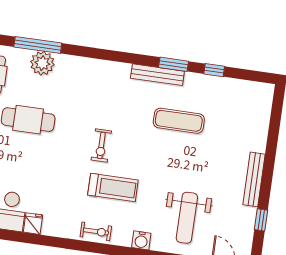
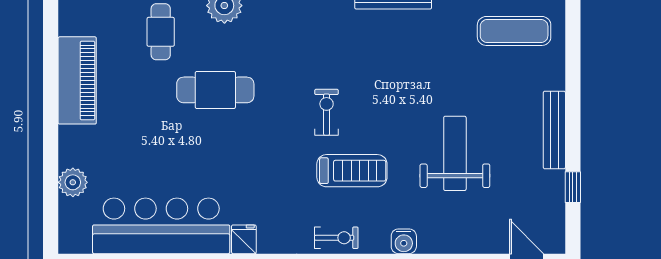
exercise mat: (179, 121) -> (514, 31), moved
exercise bike: (101, 145) -> (327, 112), turned 180
weight bench: (187, 218) -> (455, 153), moved, turned 180

